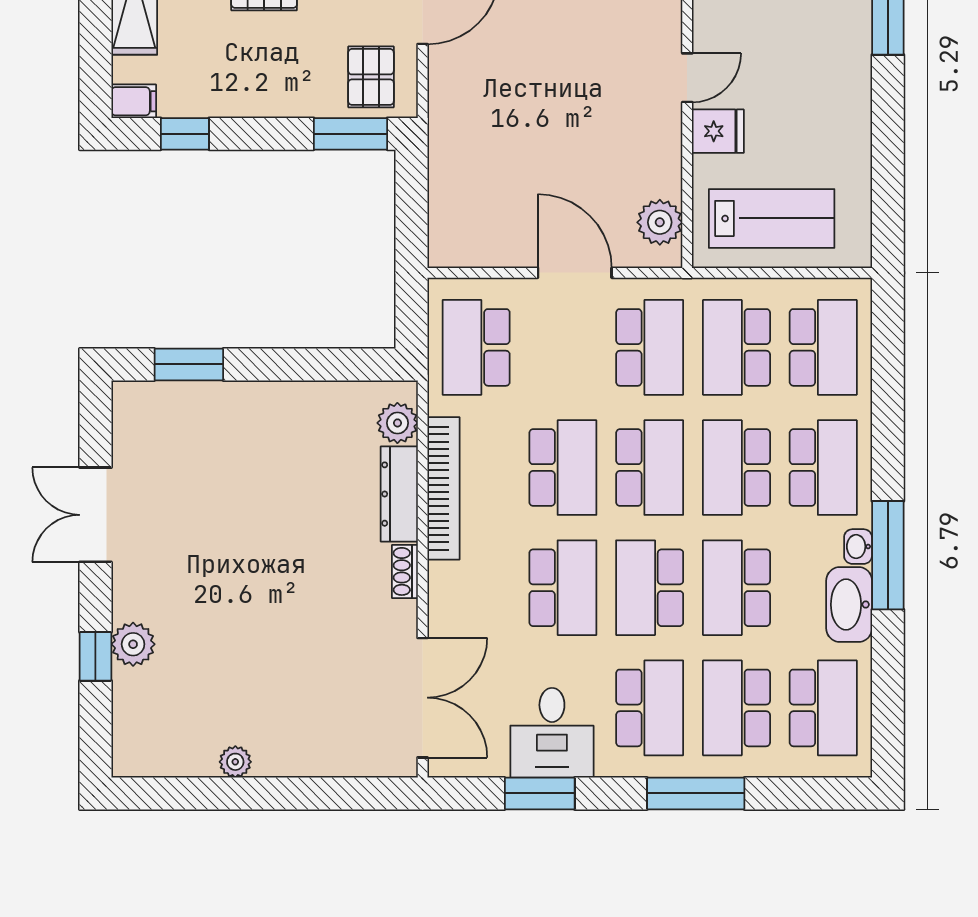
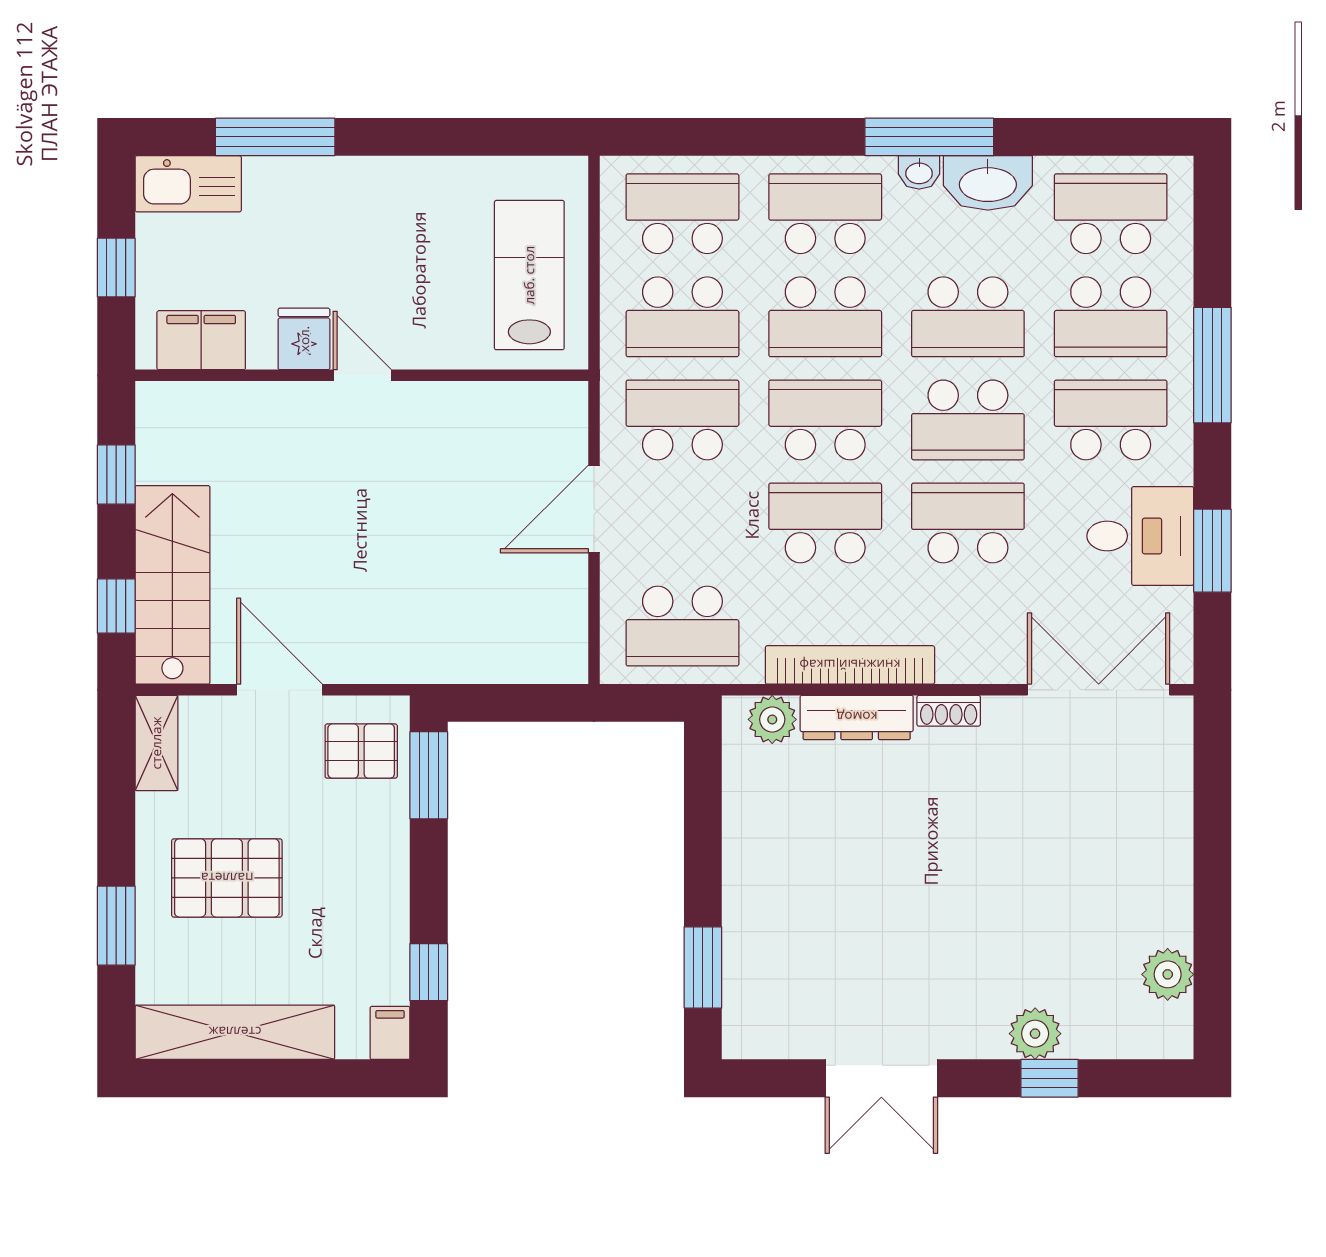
fridge: (718, 131) -> (304, 339), moved
plant: (660, 222) -> (534, 408), removed
plant: (235, 762) -> (1168, 974), moved, width x1.38, depth x1.38

